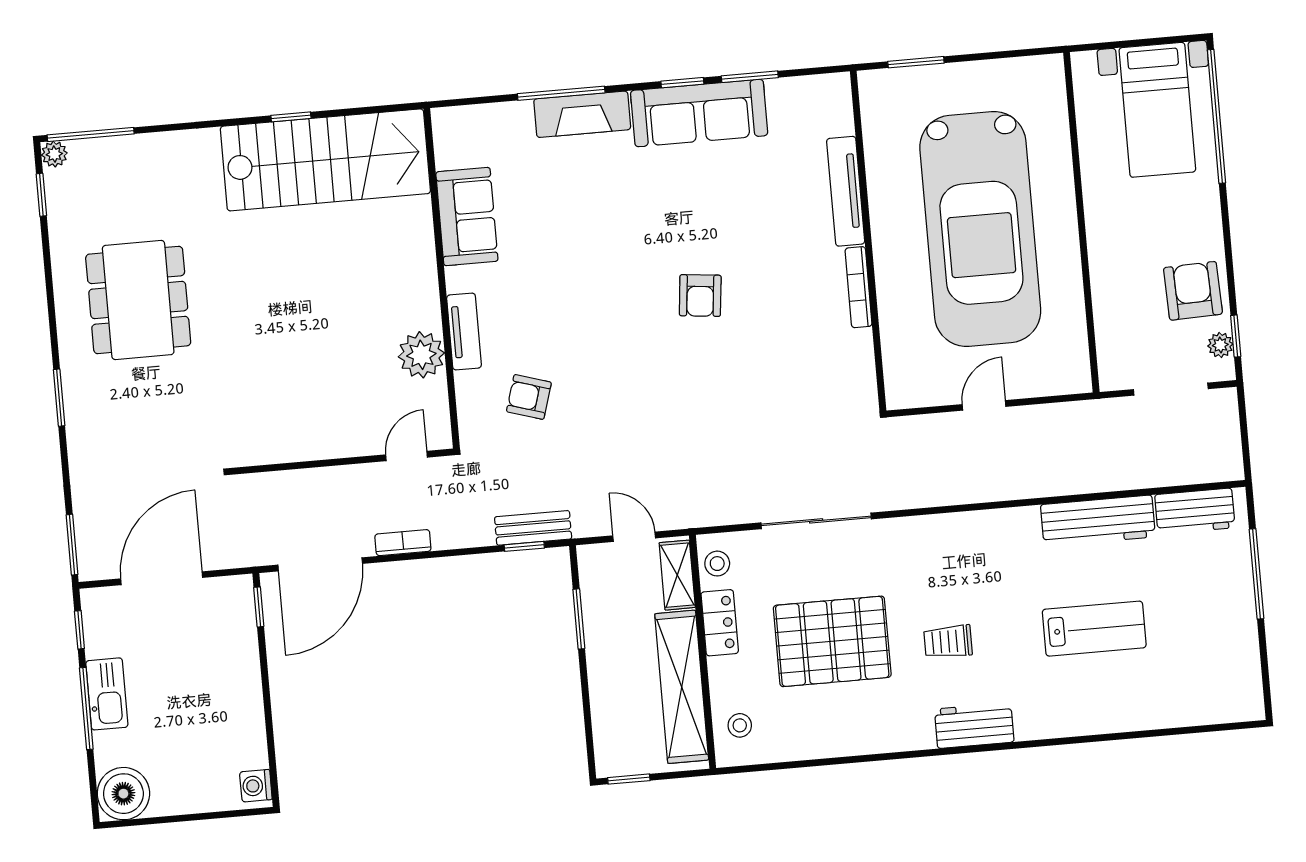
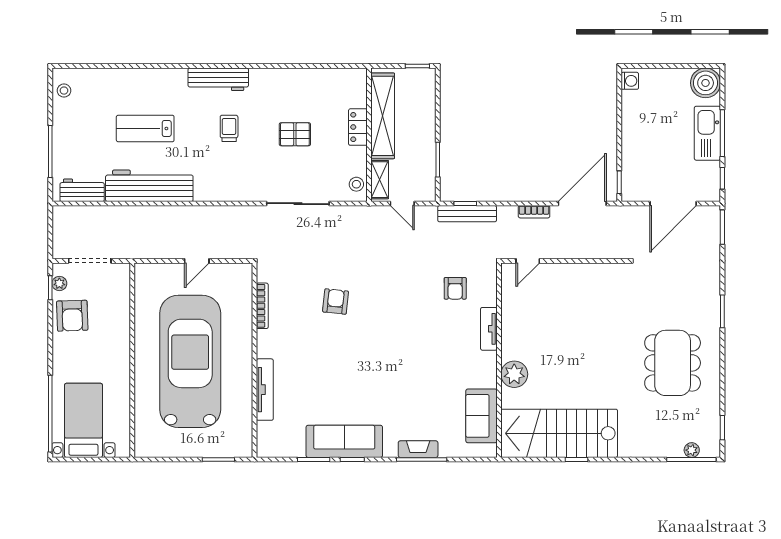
fireplace: (582, 114) -> (418, 449), width x0.73, depth x0.76
plant: (54, 154) -> (692, 450), moved
sofa: (467, 217) -> (481, 416), moved
bookcase: (858, 287) -> (262, 306), moved
armchair: (700, 296) -> (336, 301), moved
plant: (421, 355) -> (514, 374), moved
armchair: (529, 397) -> (455, 288), turned 73
workbench: (1098, 521) -> (149, 186), width x1.36, depth x1.32
bench: (533, 528) -> (467, 214), width x1.36
locker: (720, 623) -> (358, 127), moved
pallet: (832, 641) -> (295, 134), width x0.49, depth x0.50
trolley: (948, 642) -> (229, 128), turned -90
kitchen sink: (107, 694) -> (707, 133), width x1.36, depth x1.24
stool: (740, 725) -> (64, 91), moved
workbench: (974, 726) -> (218, 79), width x1.38

